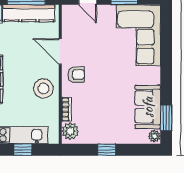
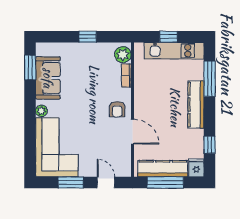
armchair: (76, 75) -> (117, 109), turned -90
stool: (43, 88) -> (149, 96), removed
plant: (154, 136) -> (41, 111), moved

